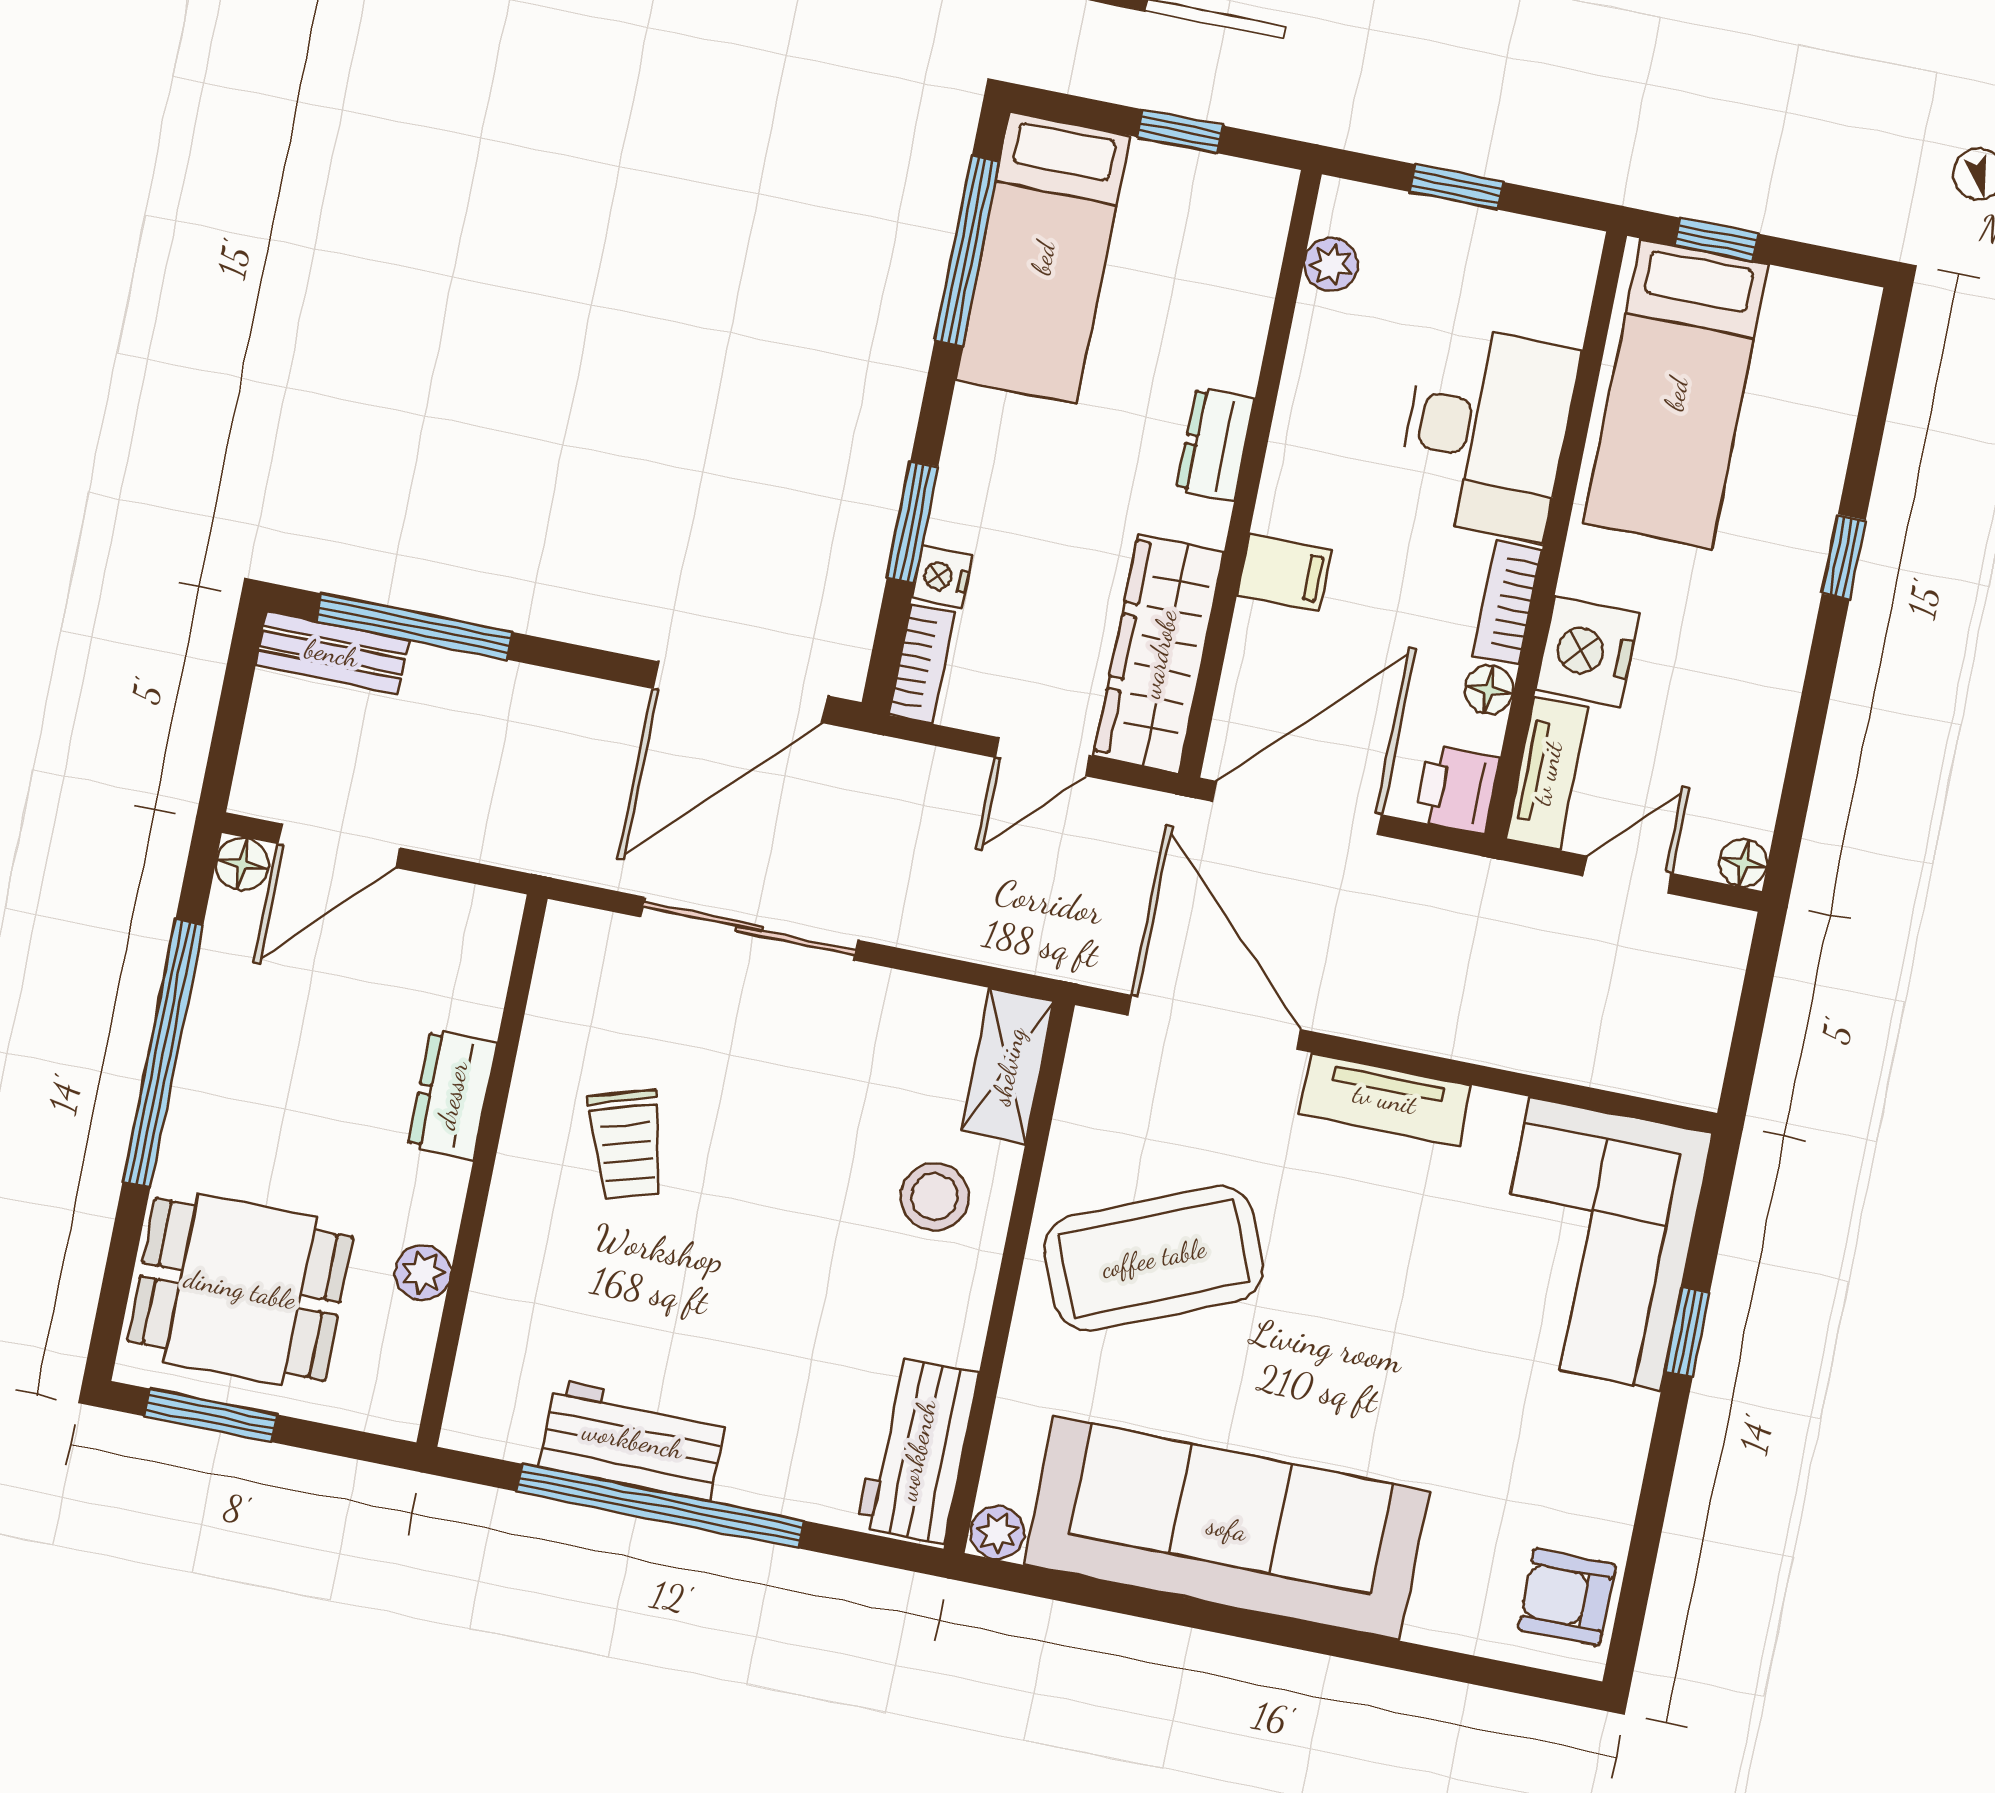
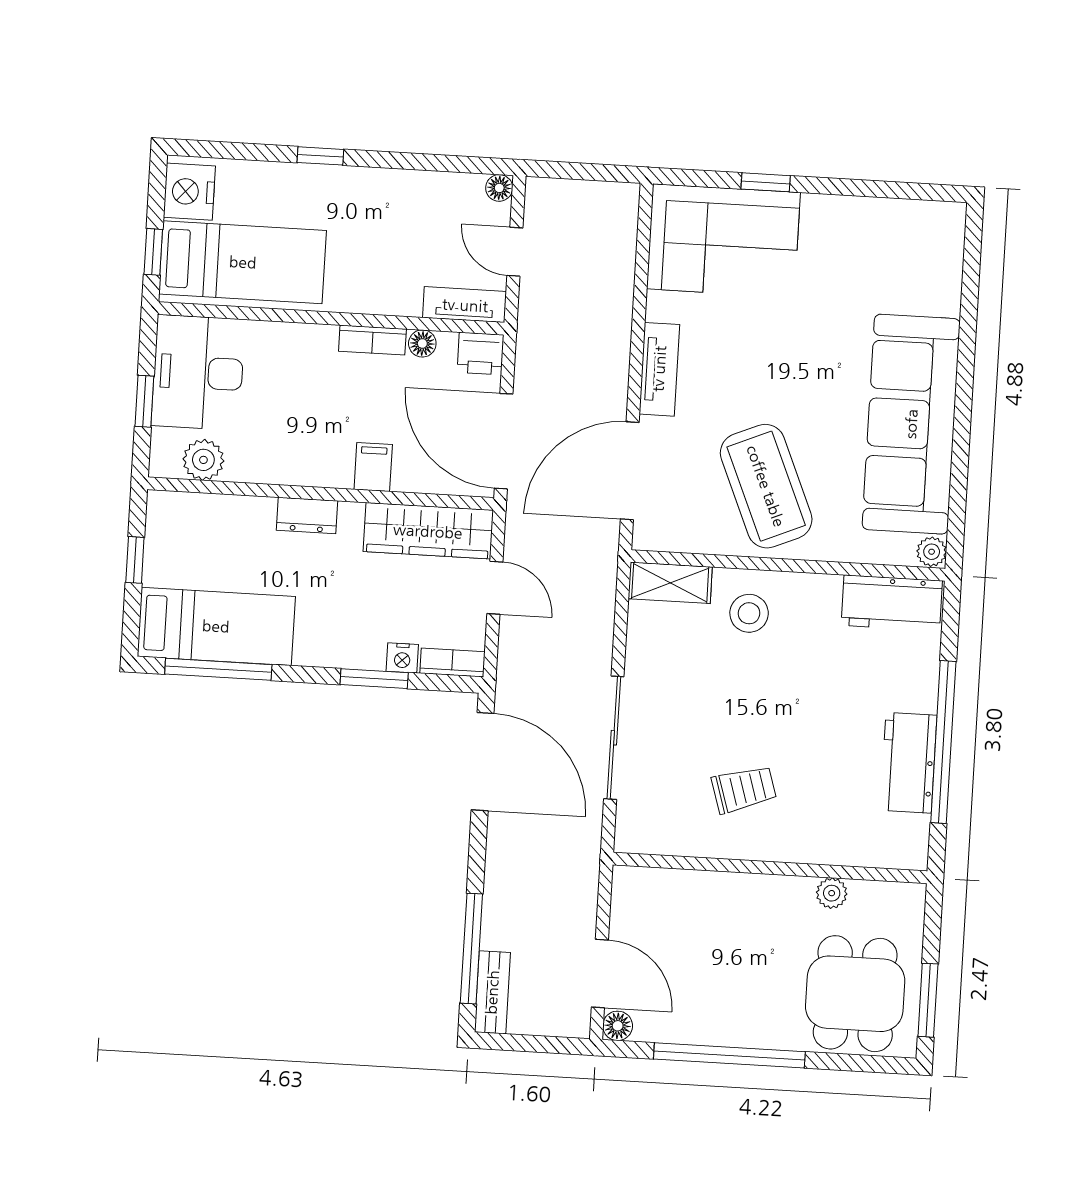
plant: (1331, 264) -> (203, 460), width x1.38, depth x1.38
desk: (1486, 432) -> (198, 372), moved, turned -90
nightstand: (1587, 652) -> (189, 192), moved, turned 90
dresser: (452, 1095) -> (730, 891), removed
armchair: (1567, 1597) -> (923, 229), removed

